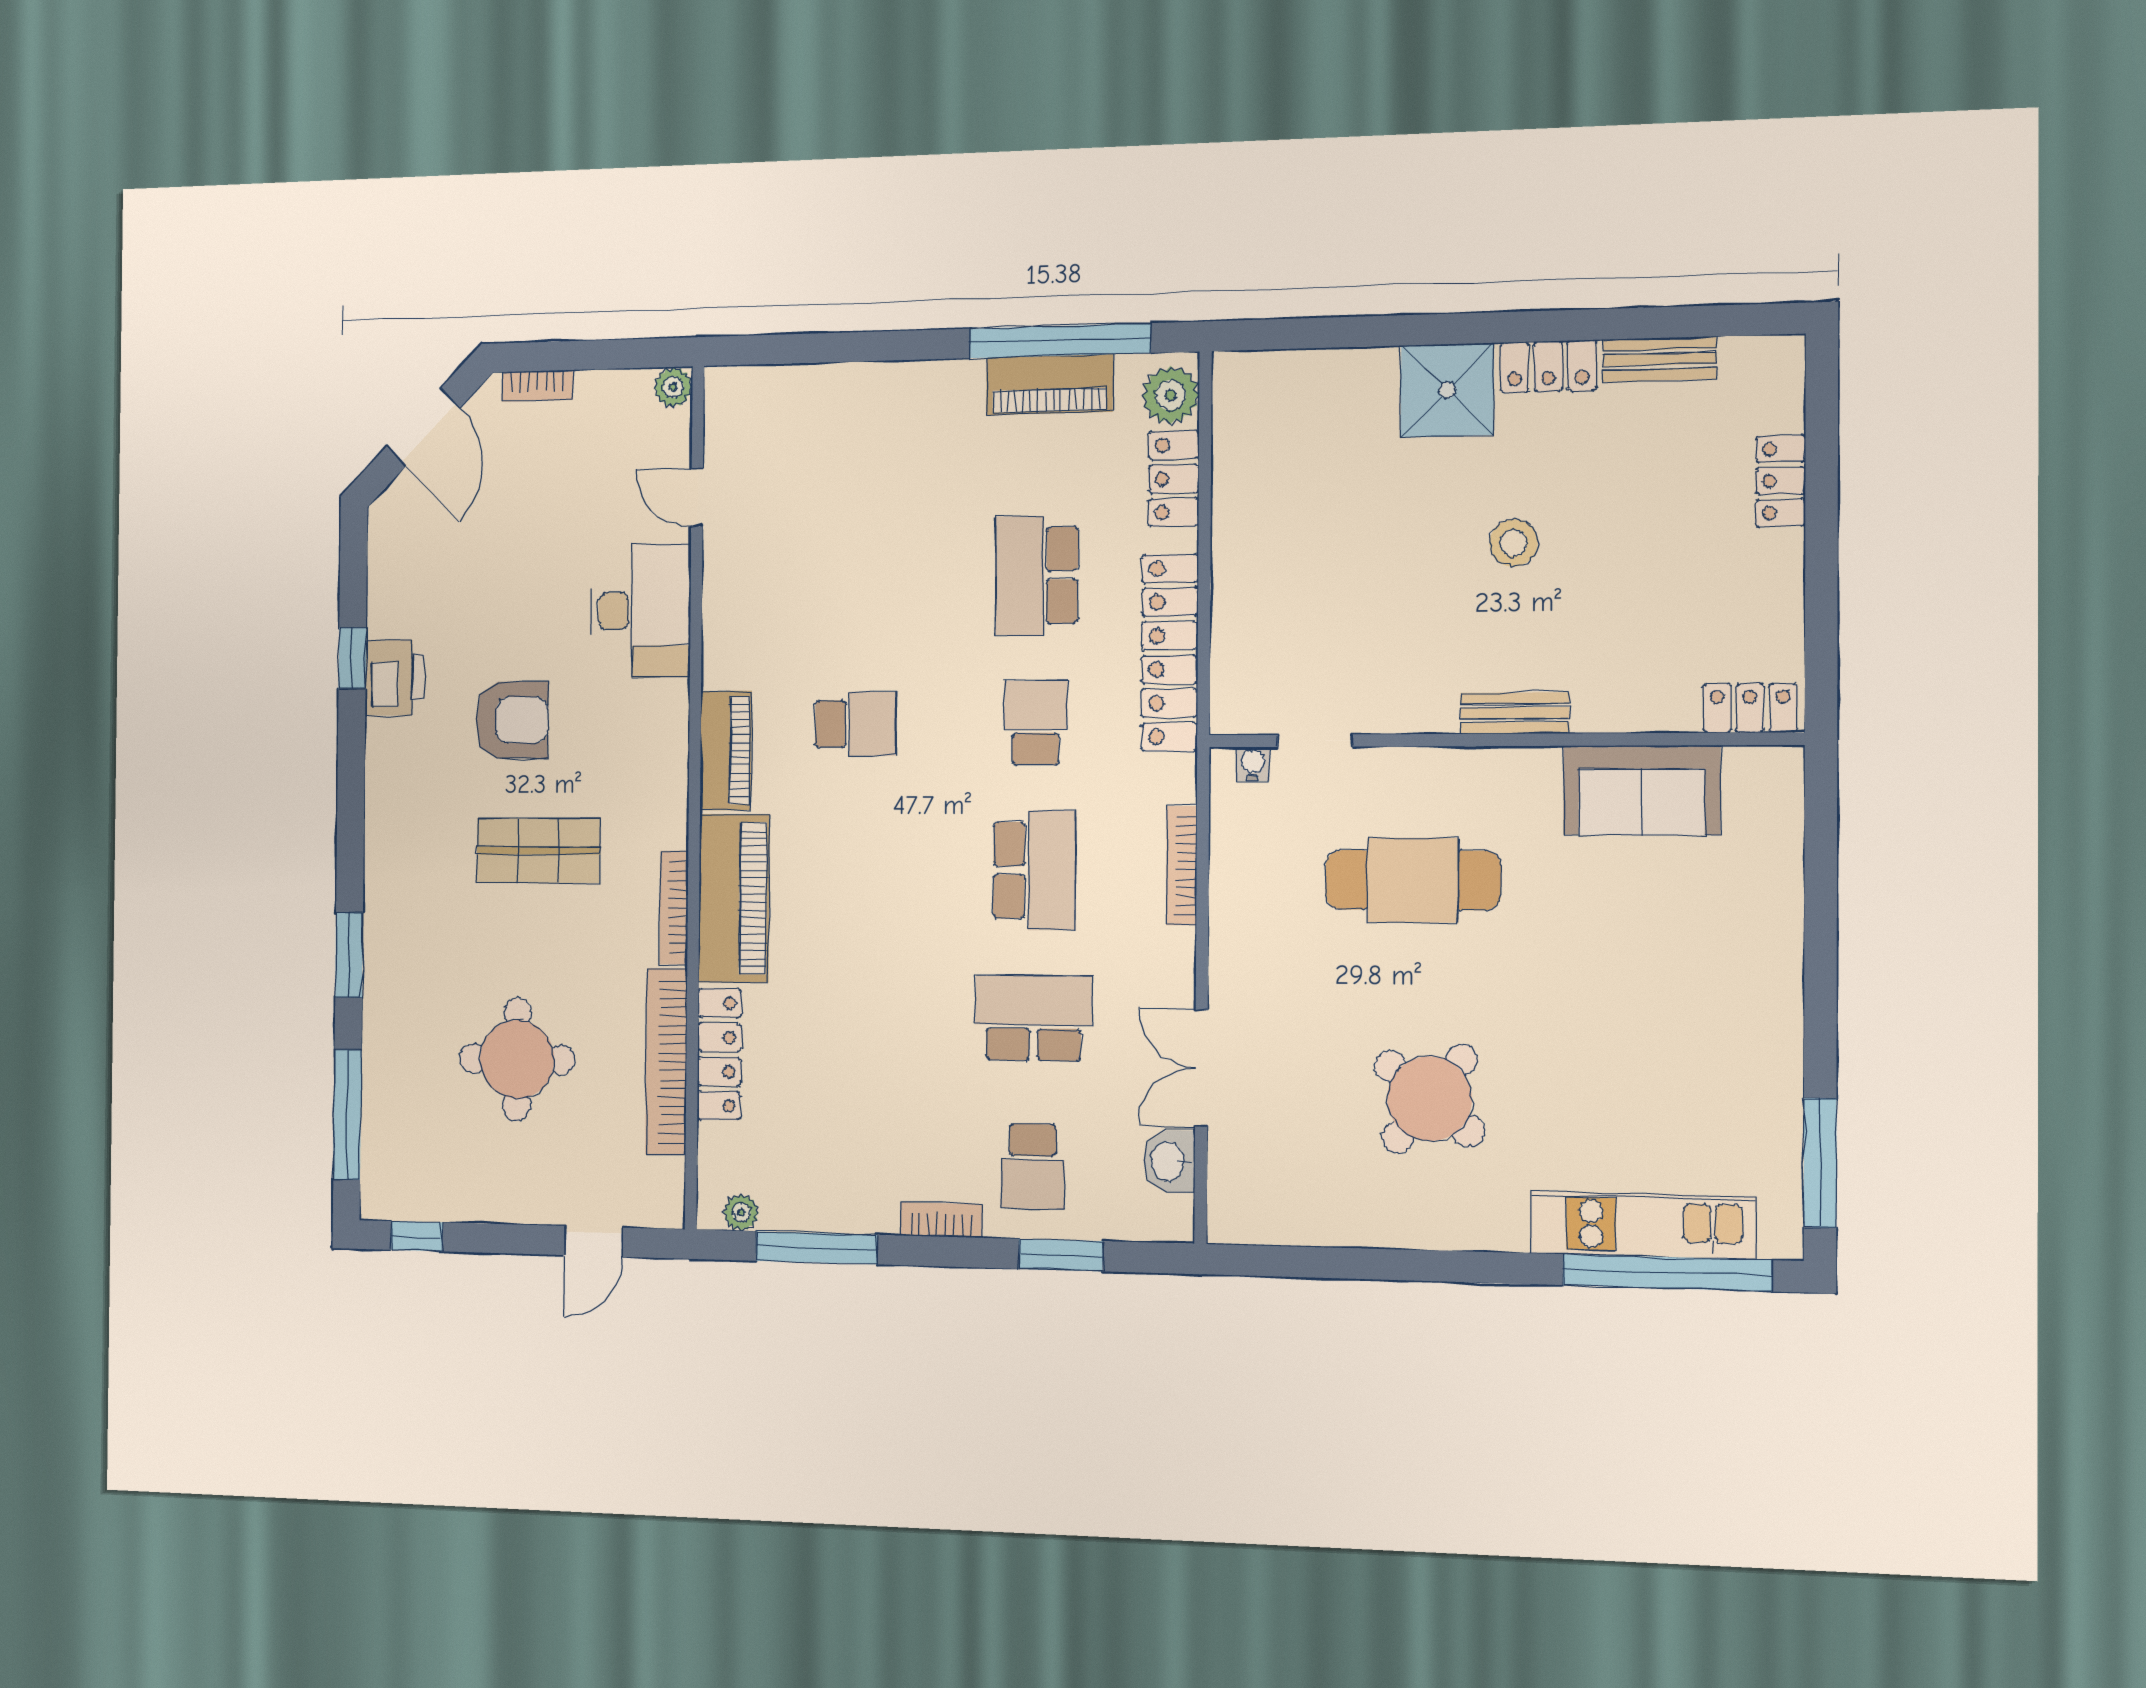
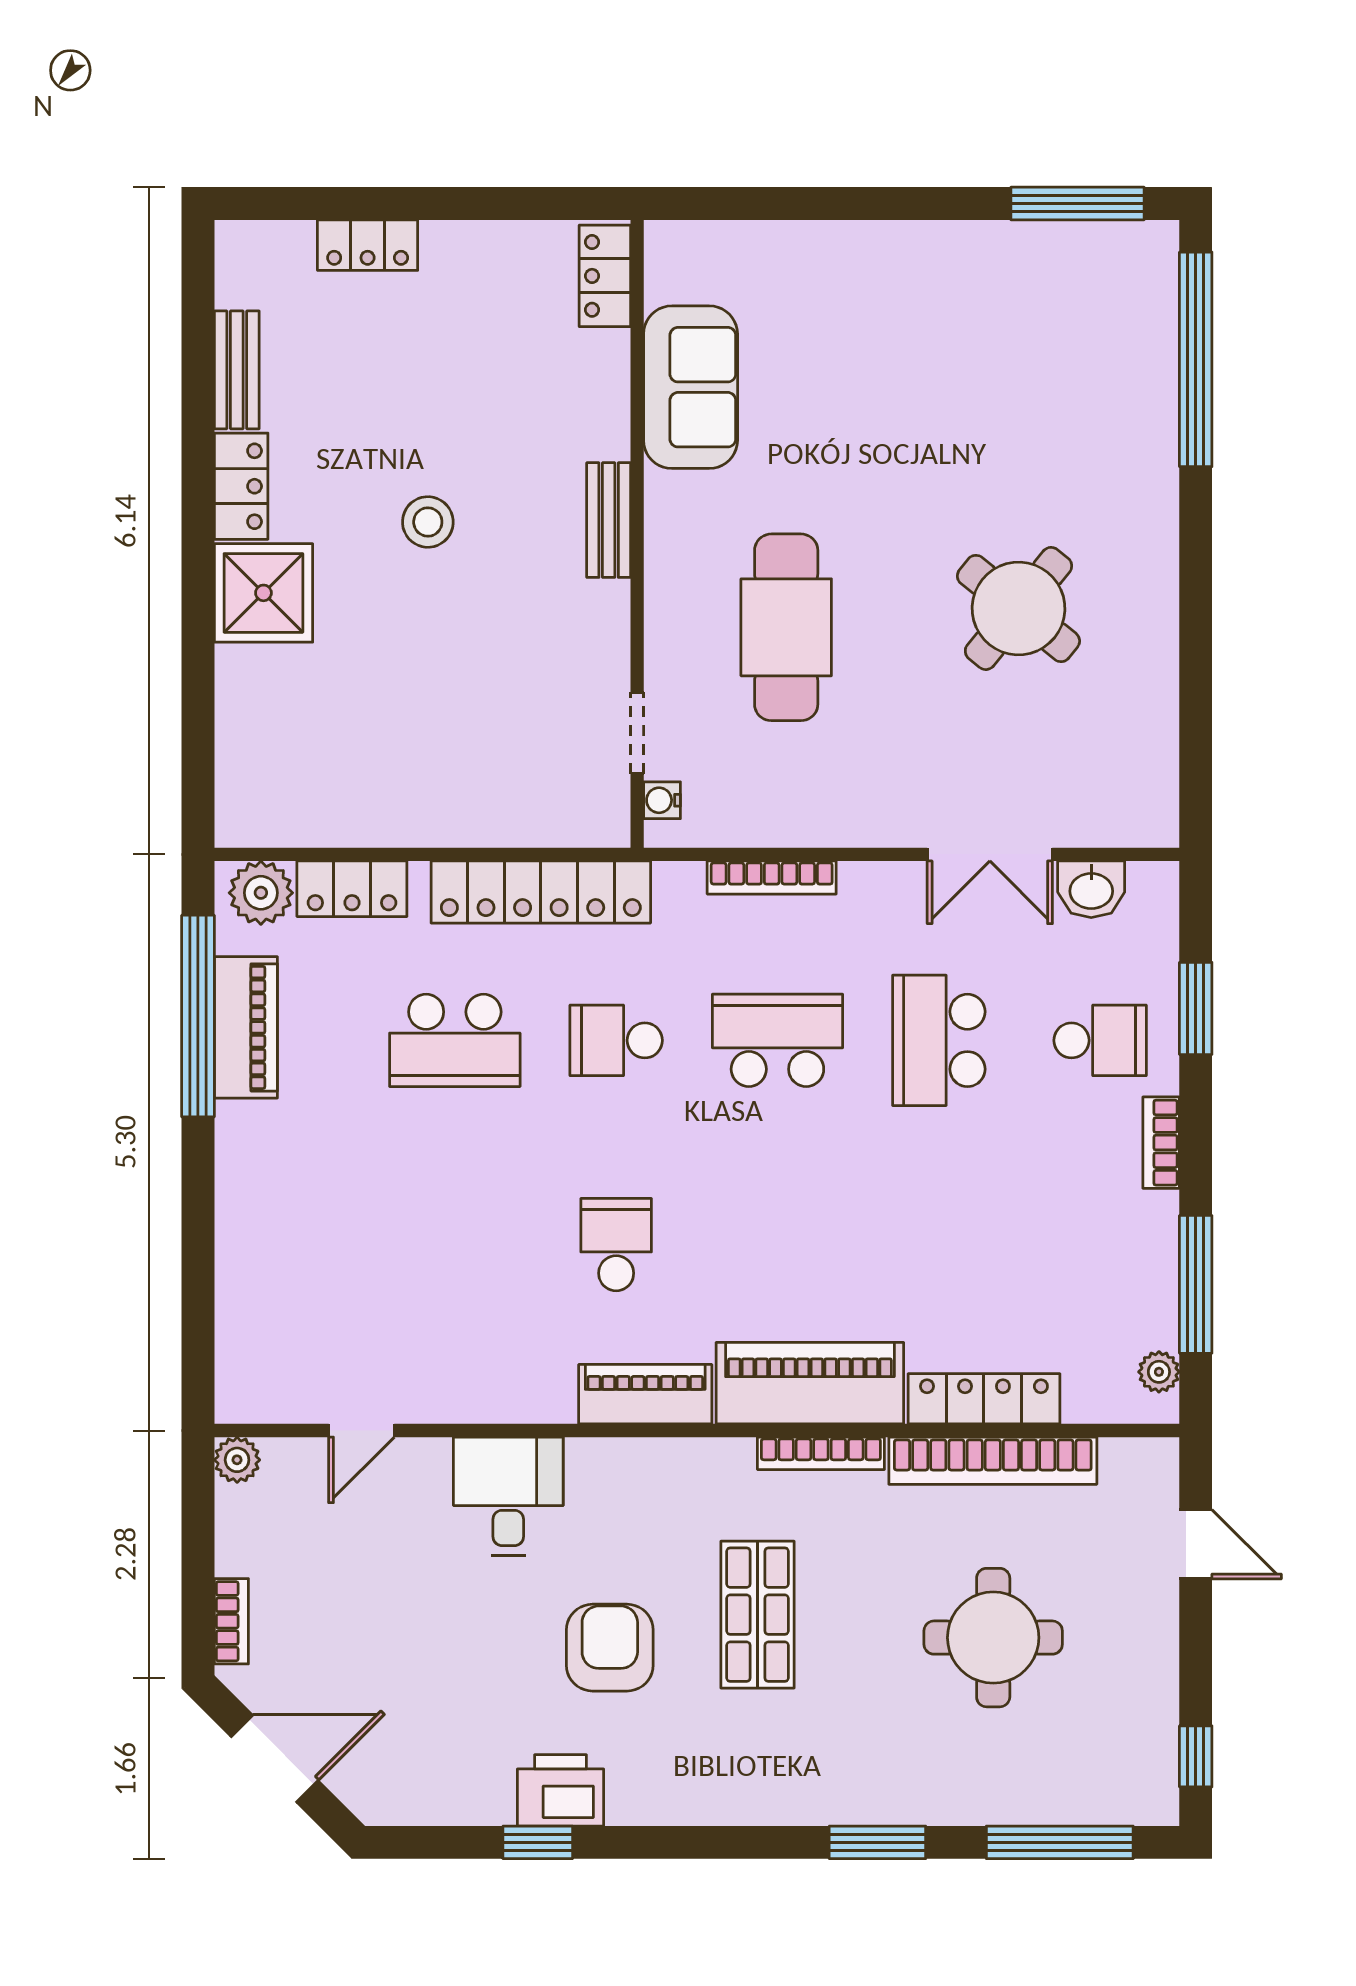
desk: (640, 611) -> (508, 1496), width x0.73
kitchen unit: (1643, 1225) -> (1147, 385), removed

